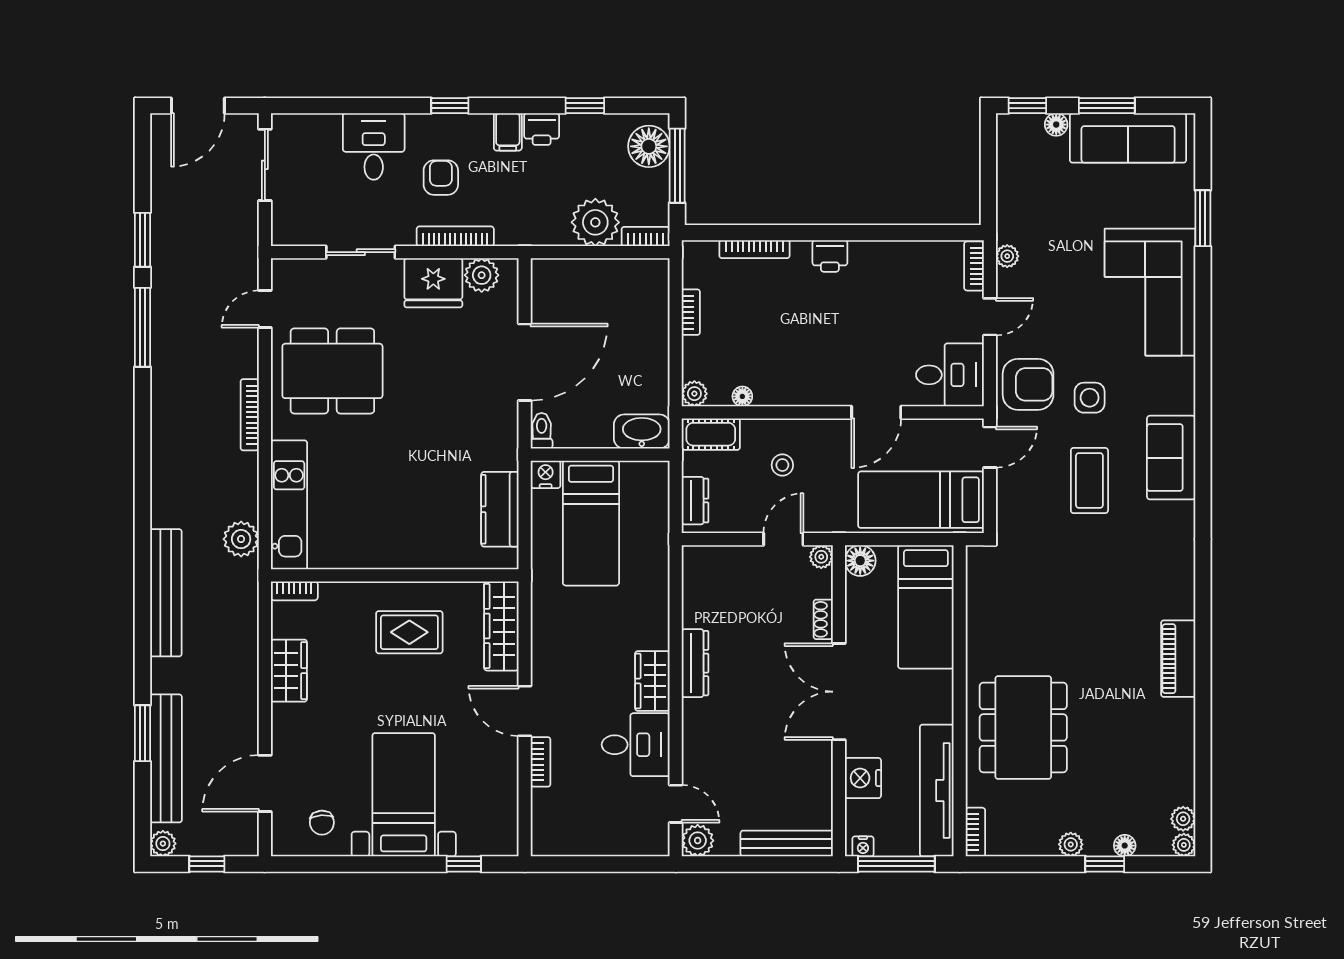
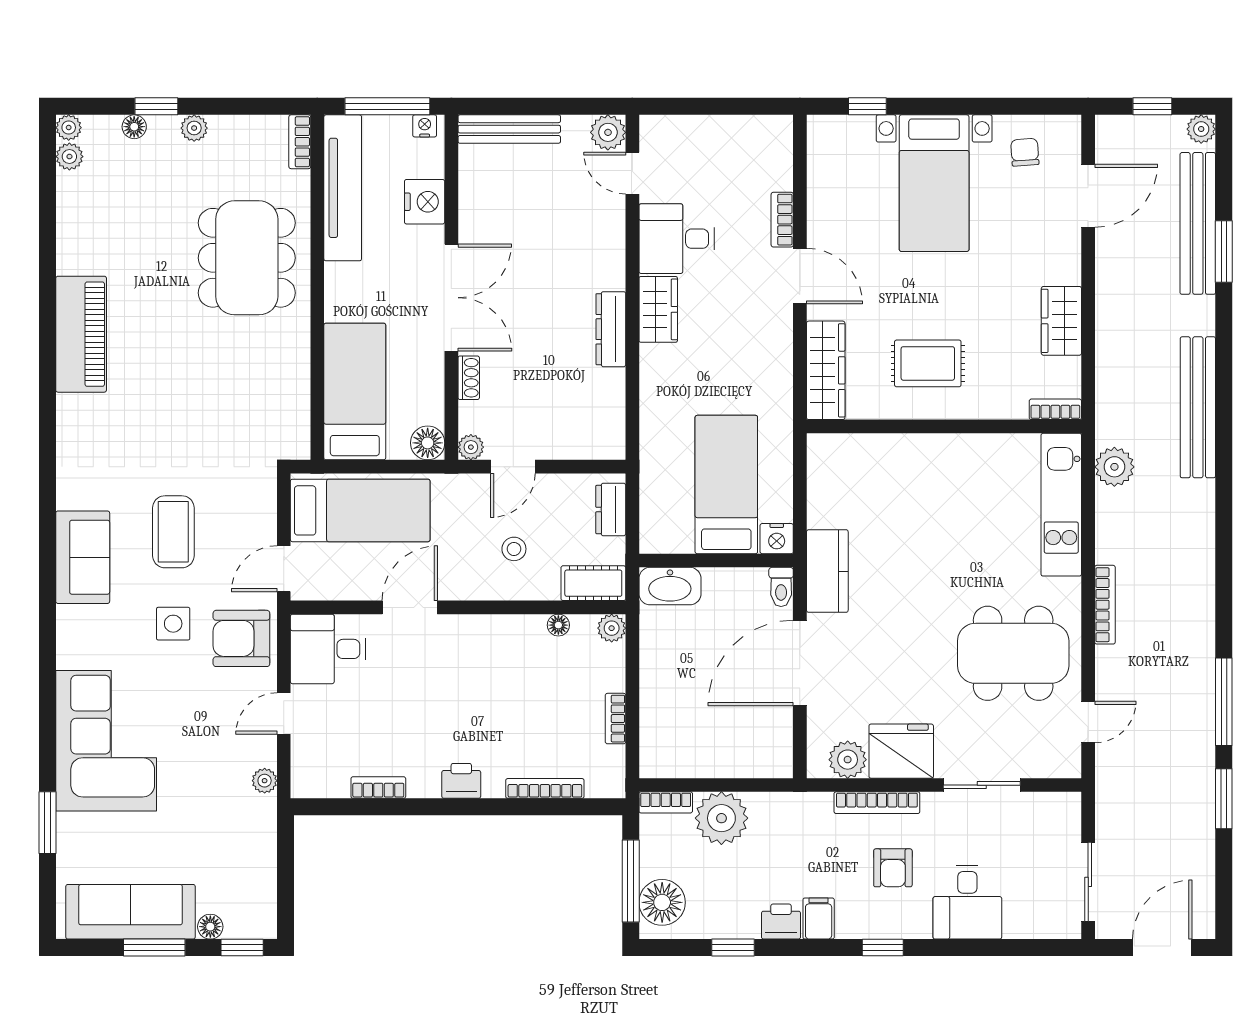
bookcase: (974, 266) -> (378, 788), moved, turned -90
kitchen counter: (500, 509) -> (827, 571), moved
piano: (1178, 659) -> (81, 334), width x1.37, depth x1.33

